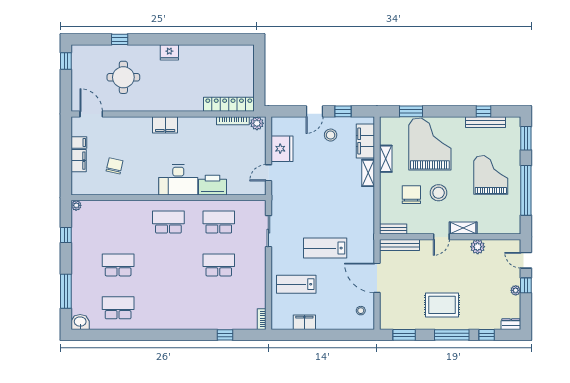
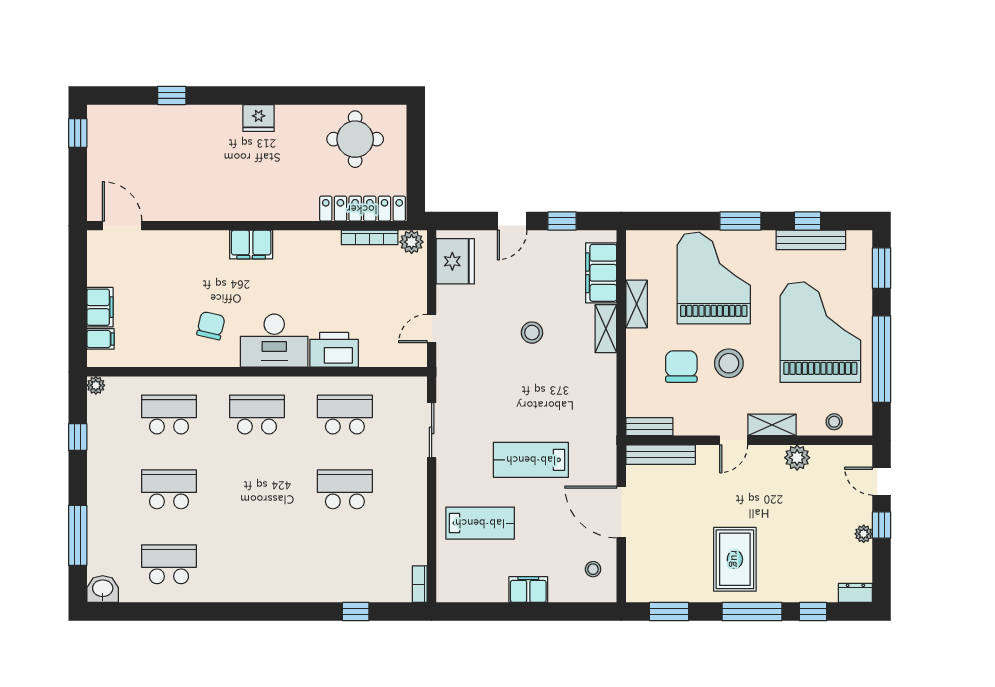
round table: (123, 77) -> (355, 139), moved
window: (411, 111) -> (740, 221), moved
stool: (331, 135) -> (532, 333), moved
filing cabinet: (79, 142) -> (100, 339), moved
fridge: (282, 149) -> (455, 261), moved
chair: (115, 166) -> (211, 326), moved
grand piano: (491, 175) -> (820, 332), width x1.37, depth x1.48
school desk: (118, 222) -> (169, 414), added
stool: (499, 226) -> (834, 422), added
lab bench: (296, 284) -> (480, 523), turned 180
rug: (442, 305) -> (735, 559), turned 90
filing cabinet: (304, 322) -> (528, 590), moved

